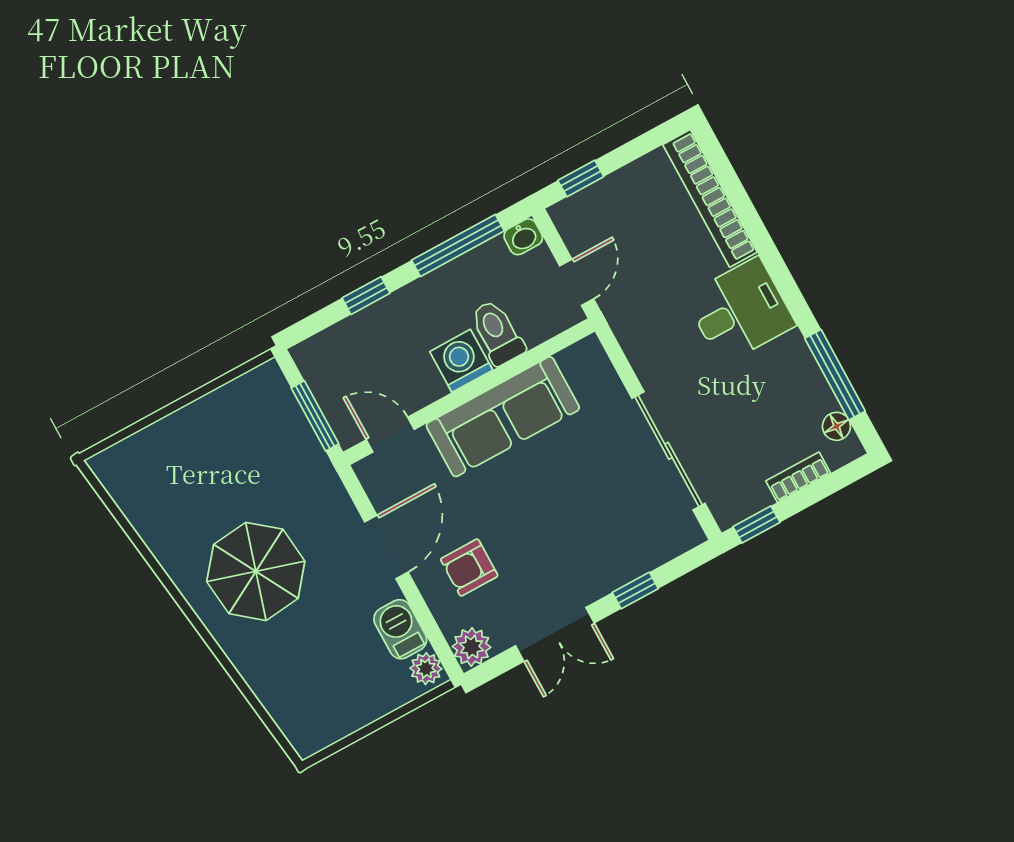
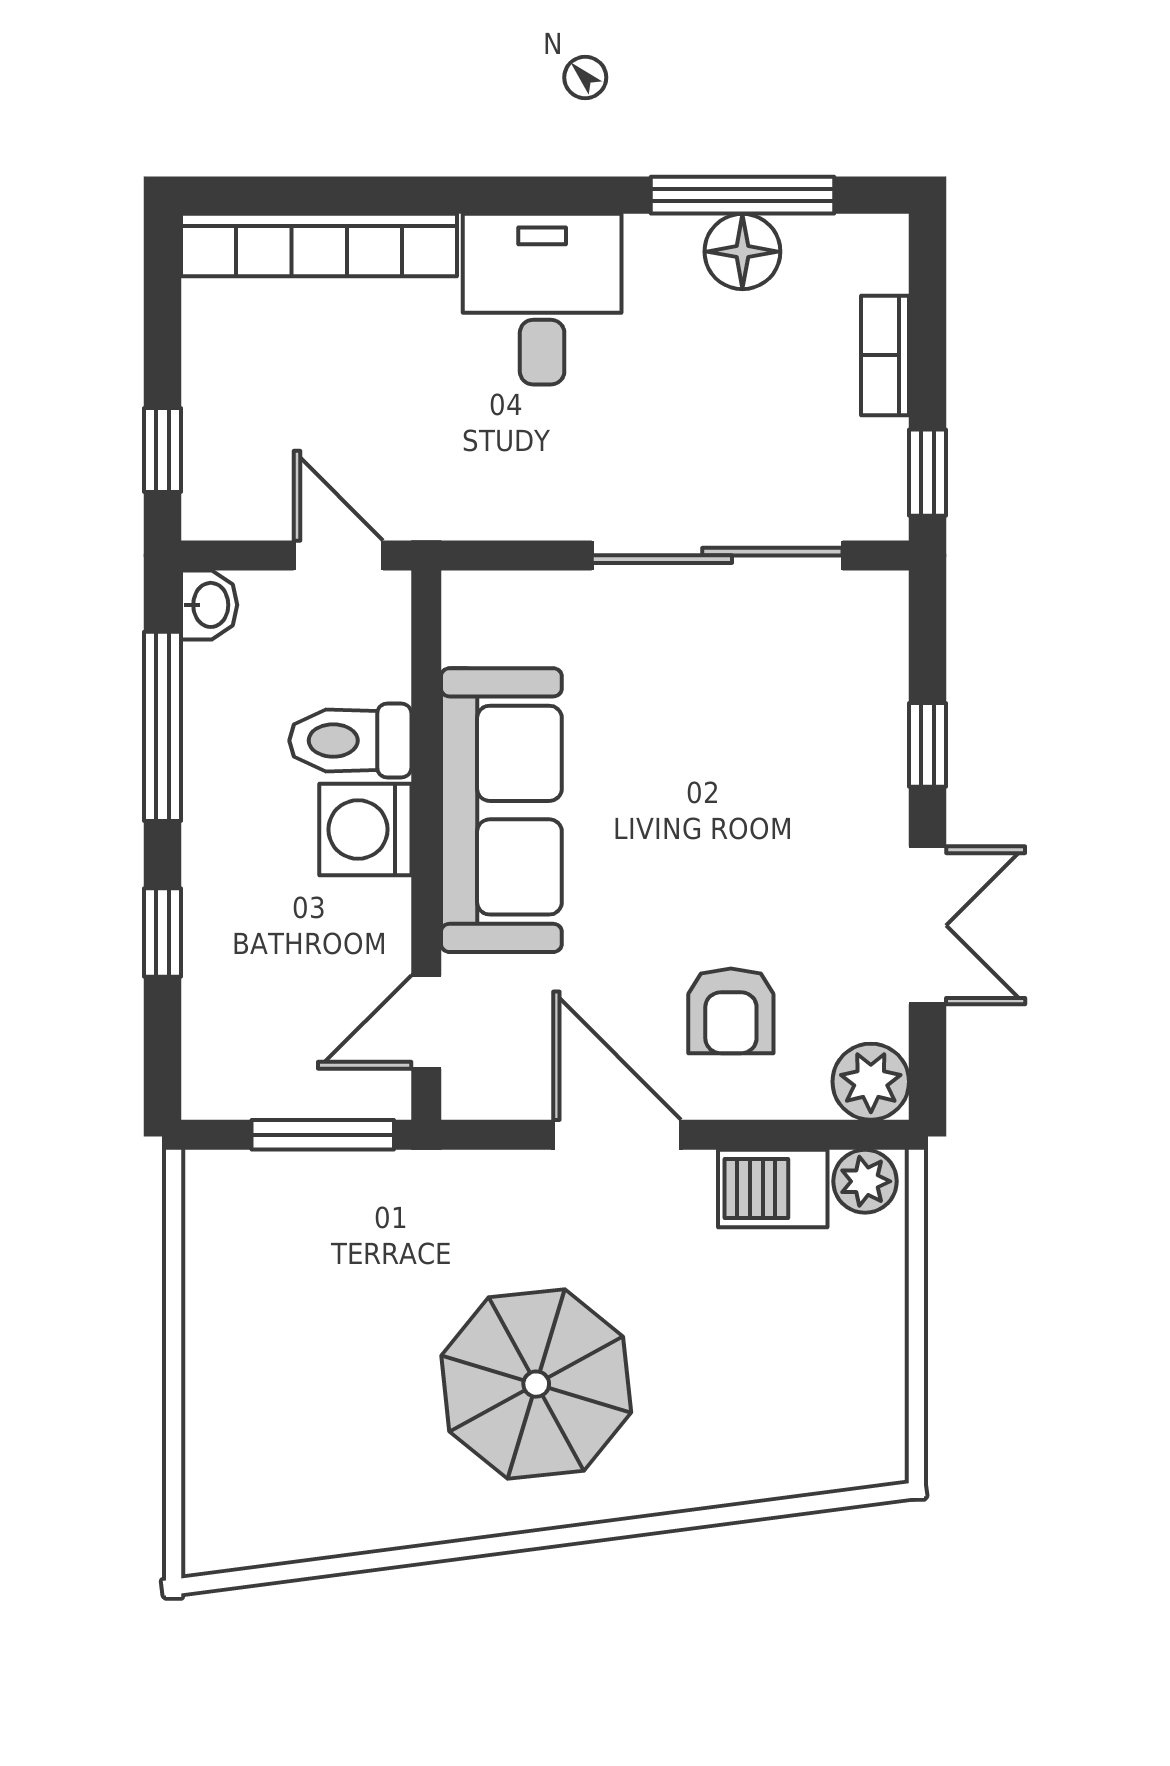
floor lamp: (836, 426) -> (742, 252), moved, width x1.37, depth x1.37

